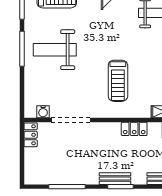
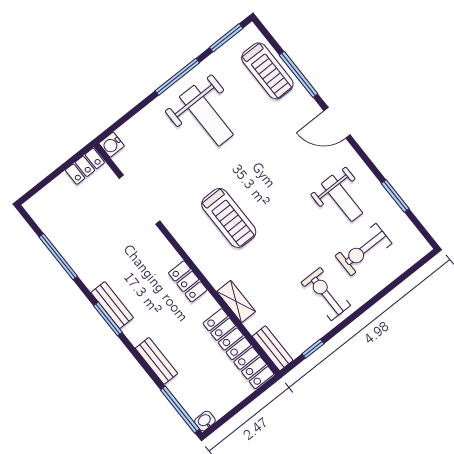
weight bench: (55, 50) -> (206, 116), turned 180
treadmill: (118, 81) -> (229, 218), turned -90
water cooler: (43, 112) -> (112, 145), moved

